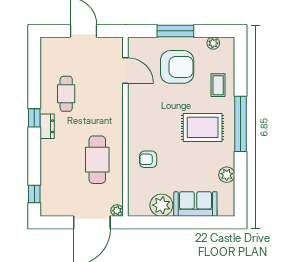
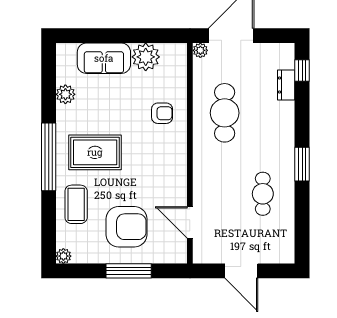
plant: (213, 43) -> (63, 256), moved
armchair: (177, 67) -> (126, 227), turned 180
coffee table: (218, 85) -> (76, 204), width x1.36, depth x1.30
window: (34, 118) -> (302, 164), width x1.50
dresser: (47, 126) -> (286, 85), moved

